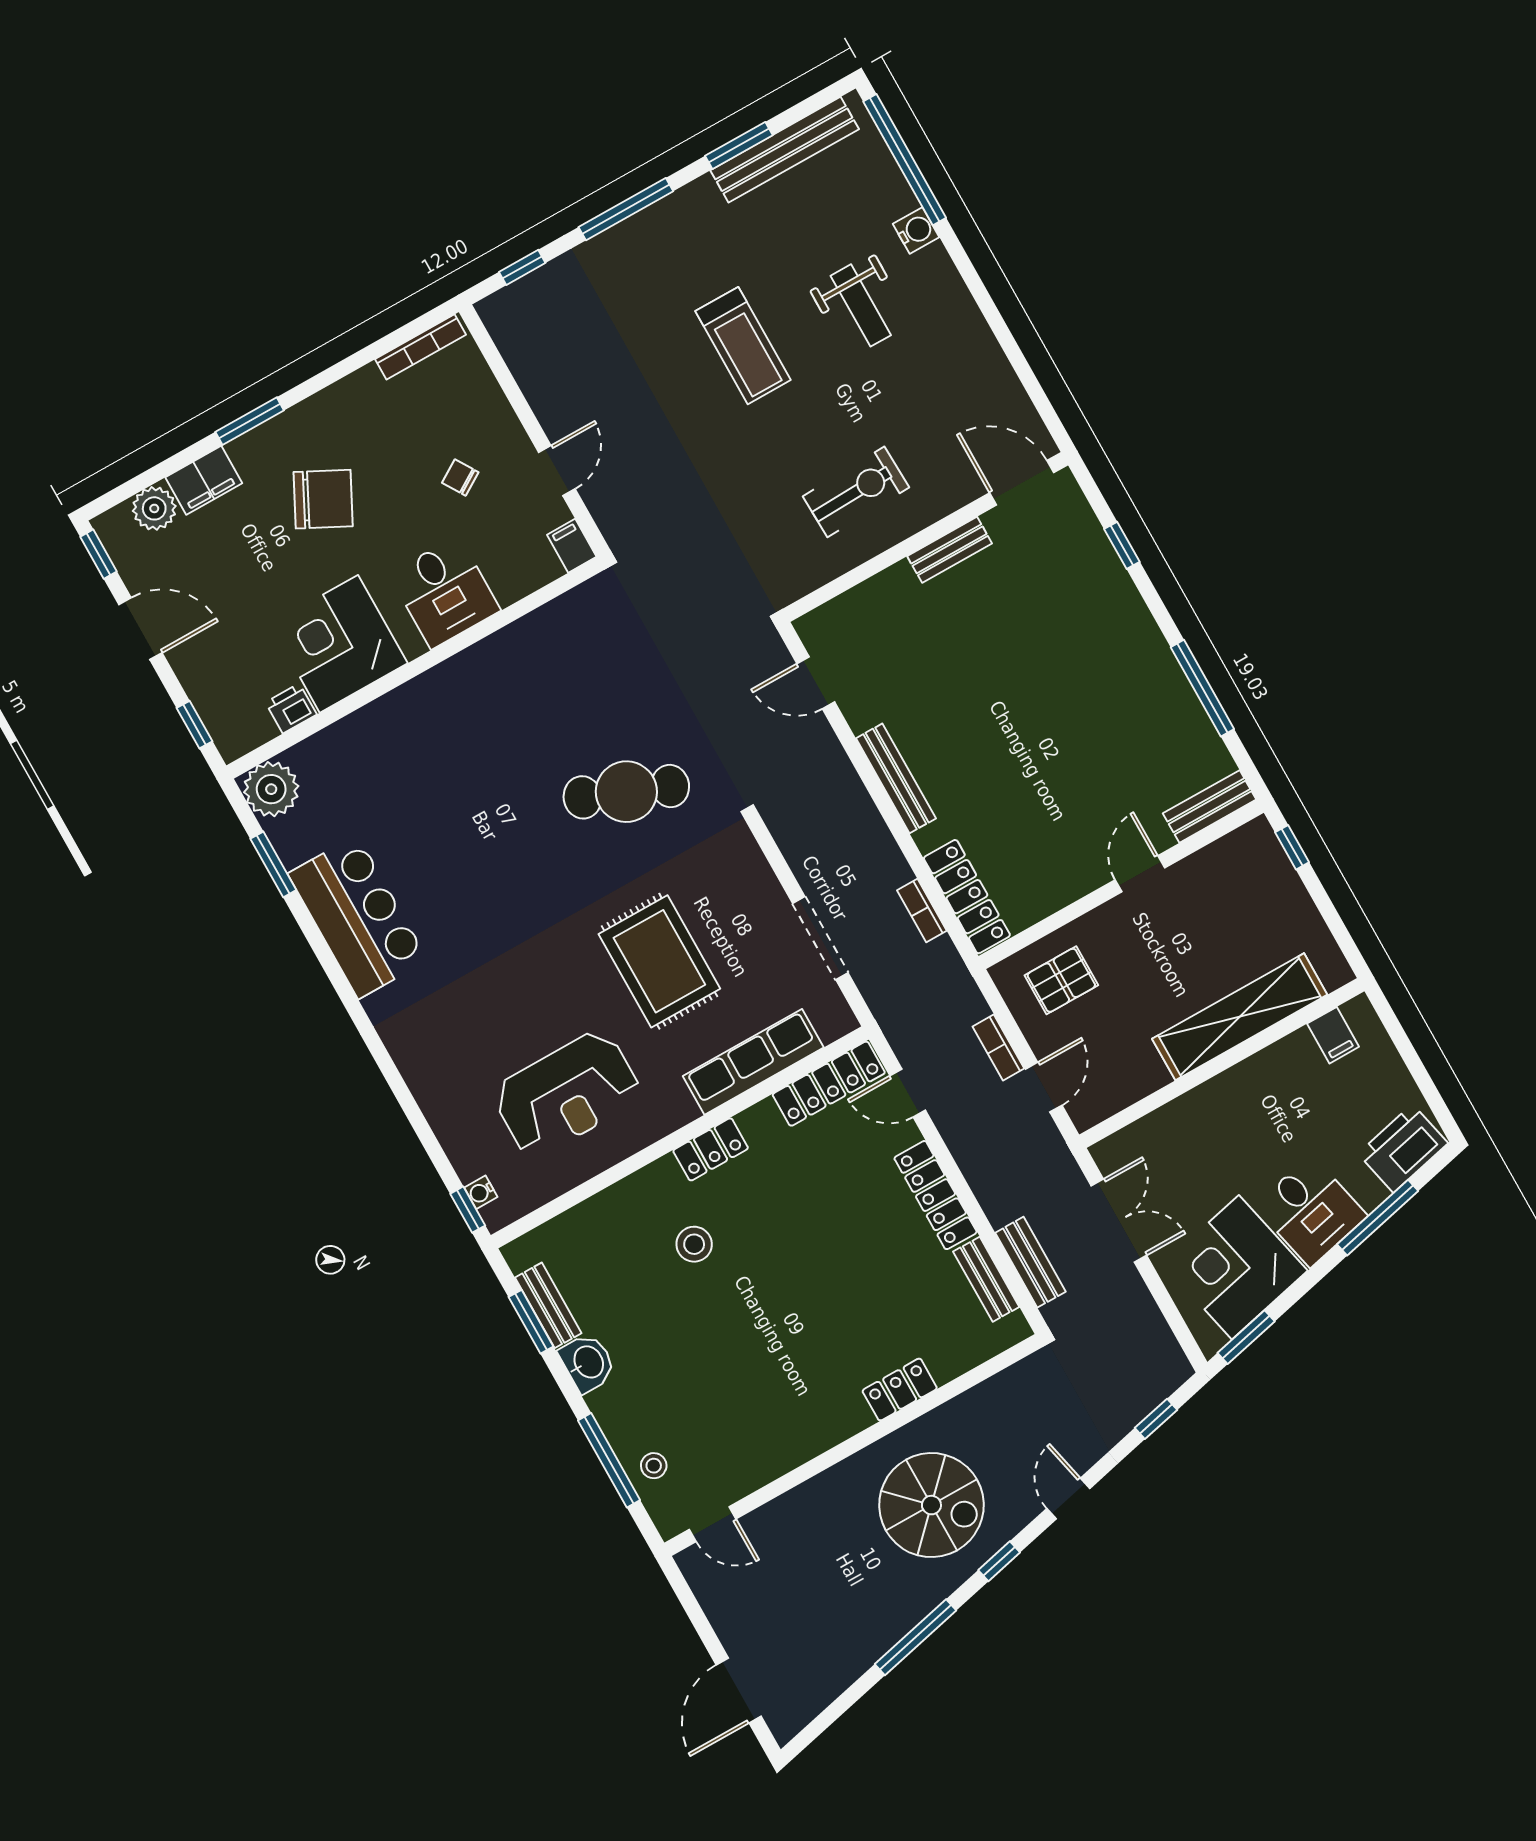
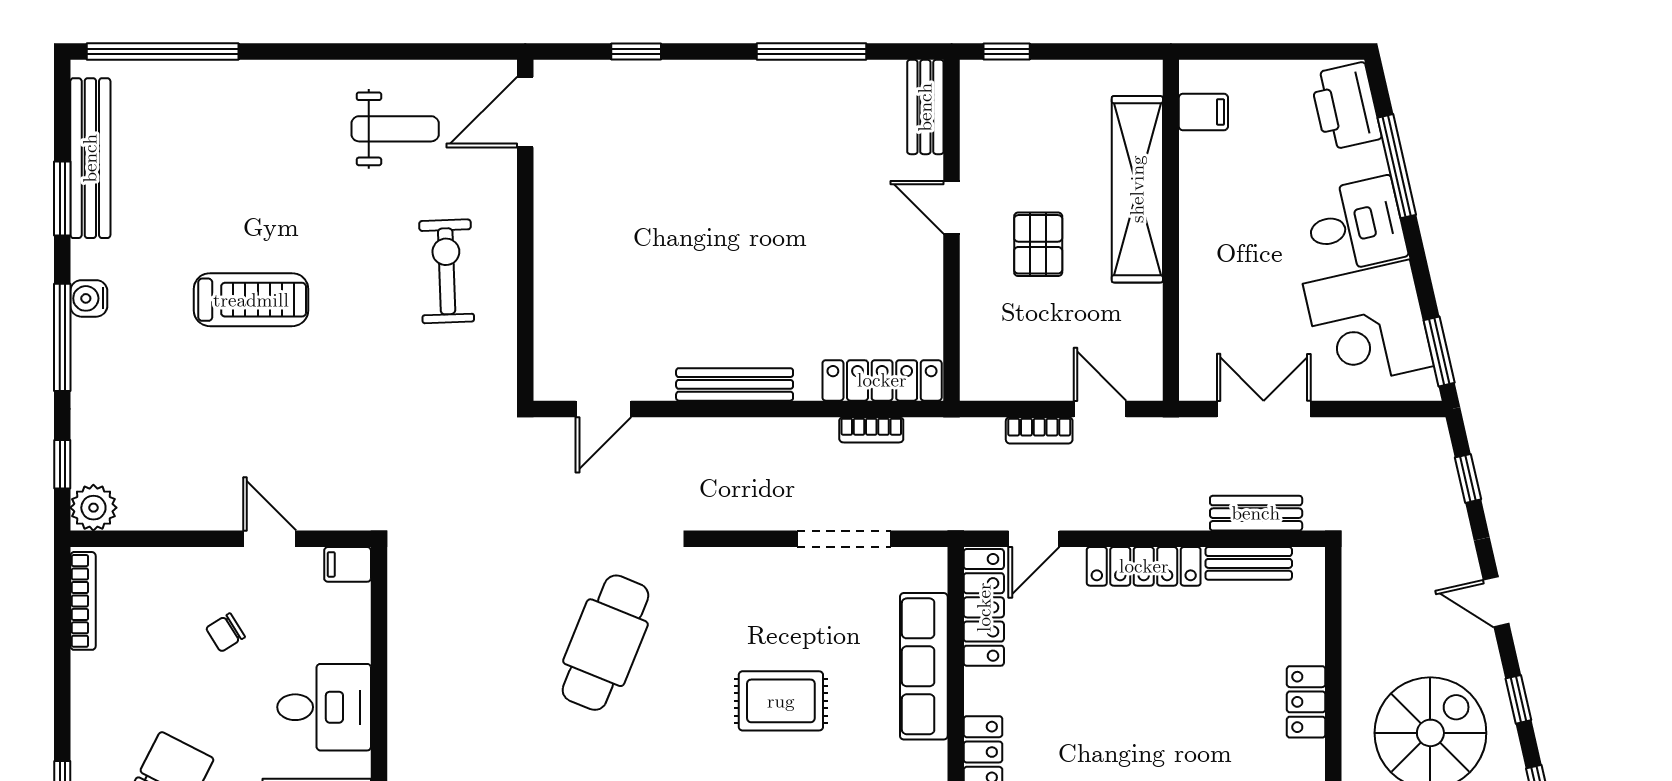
water cooler: (916, 231) -> (89, 298), moved, turned -90
weight bench: (861, 305) -> (395, 129), moved
plant: (501, 313) -> (93, 508), added
bench: (950, 550) -> (550, 214), removed
rug: (659, 961) -> (781, 701), width x0.73, depth x0.70
pallet: (1061, 980) -> (1038, 244), moved

